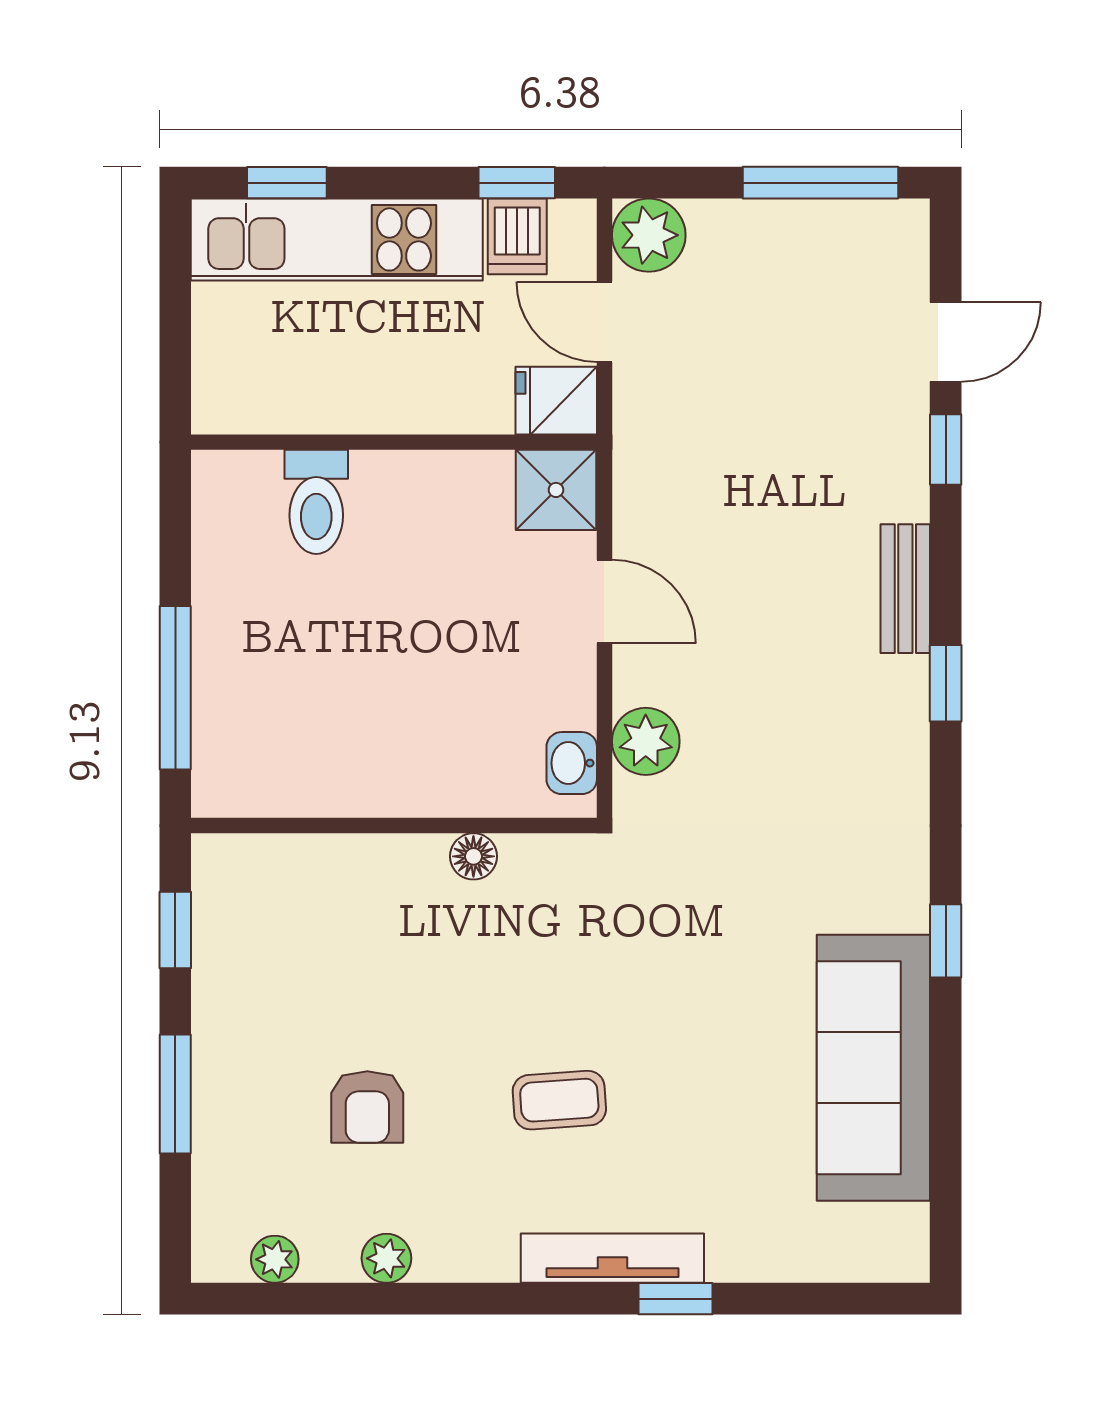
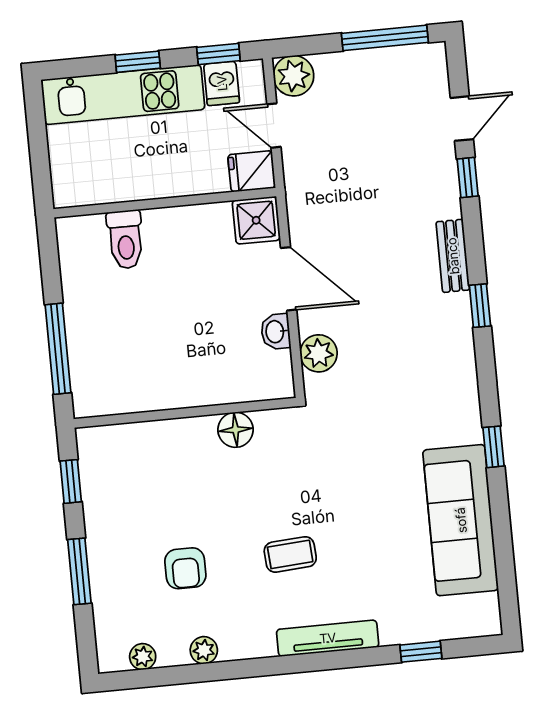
window: (287, 183) -> (138, 62), moved
door: (604, 601) -> (289, 279), width x1.38
washbasin: (572, 763) -> (276, 332), moved
floor lamp: (473, 856) -> (235, 430), width x1.37, depth x1.37
window: (676, 1299) -> (421, 652), moved

